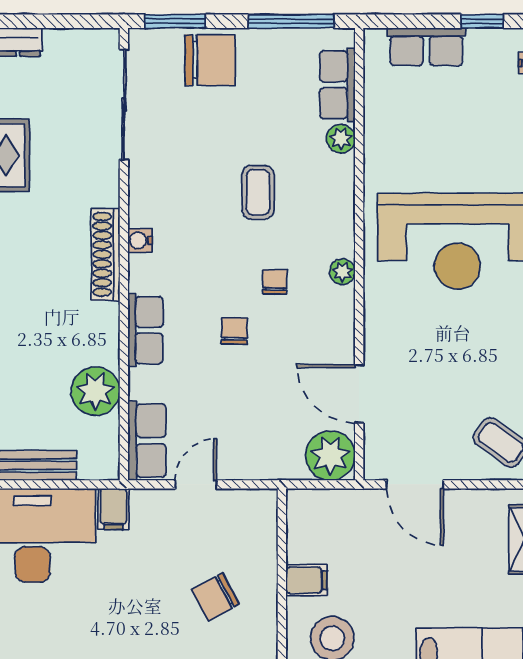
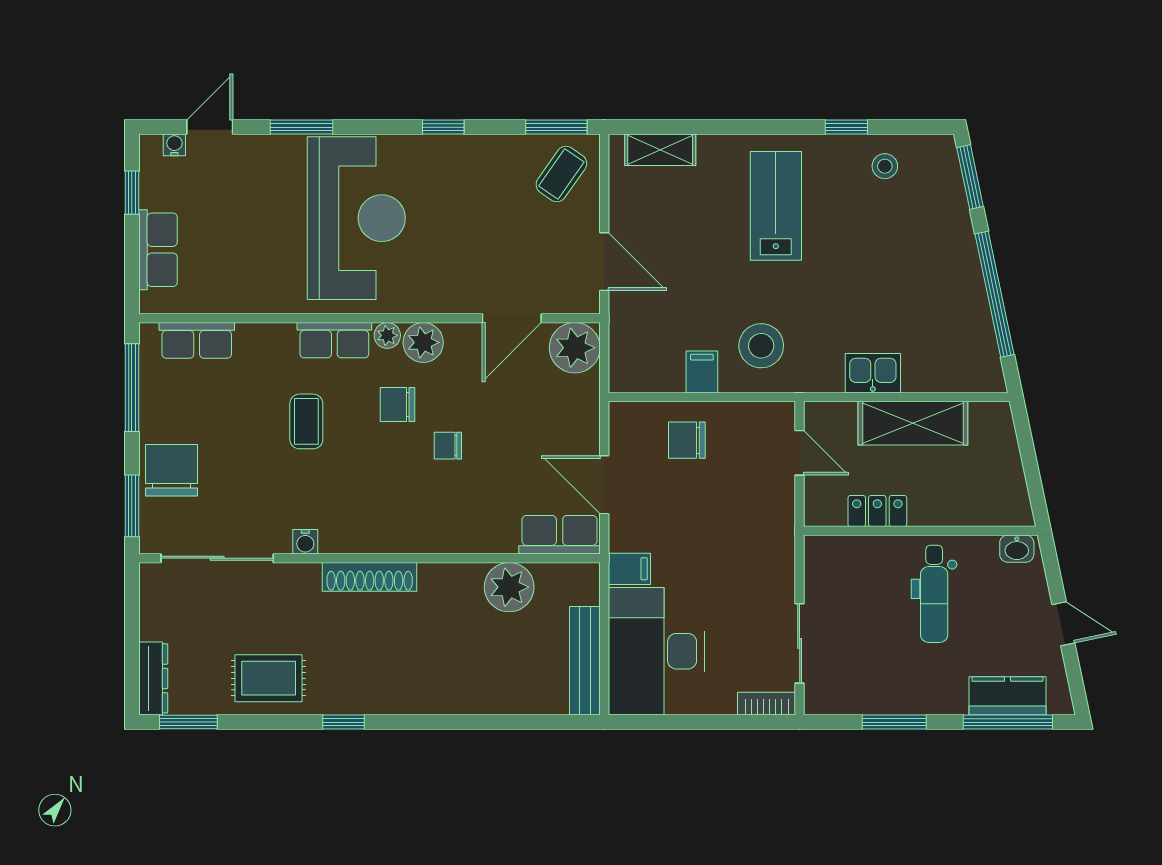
plant: (341, 139) -> (423, 342), moved, width x1.38, depth x1.38
coffee table: (258, 192) -> (306, 421), turned 90
water cooler: (140, 240) -> (305, 542), moved
chair: (275, 282) -> (398, 404), width x1.37, depth x1.37
row of seats: (145, 330) -> (334, 340), moved, turned 180
door: (196, 484) -> (604, 485), width x1.37
door: (415, 484) -> (604, 262), hinge flipped
chair: (215, 597) -> (687, 440), moved, turned 118

